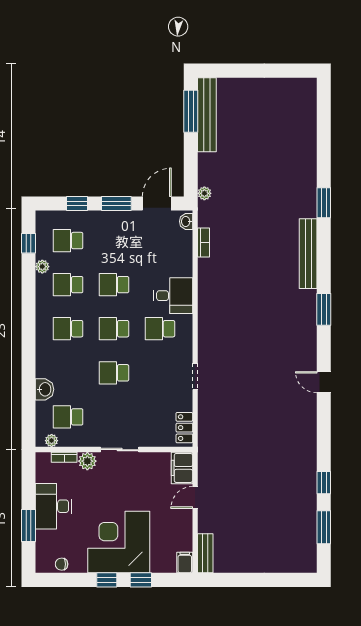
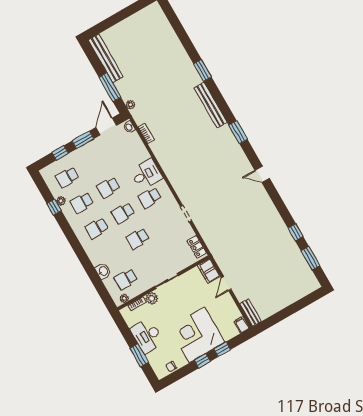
window: (191, 111) -> (110, 87), moved
window: (29, 243) -> (54, 207), moved

